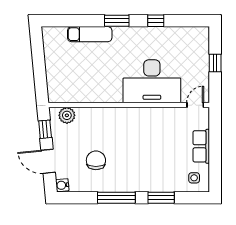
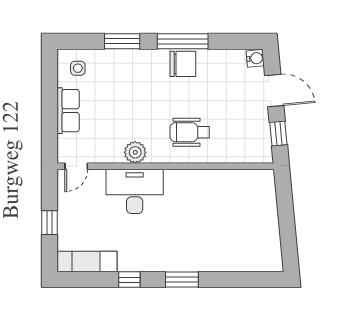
exam couch: (90, 34) -> (87, 262), moved
desk: (152, 81) -> (135, 191), width x0.73, depth x0.77
plant: (67, 115) -> (135, 152), moved
wheelchair: (111, 130) -> (190, 132), added
chair: (96, 160) -> (183, 64), moved, turned -90

